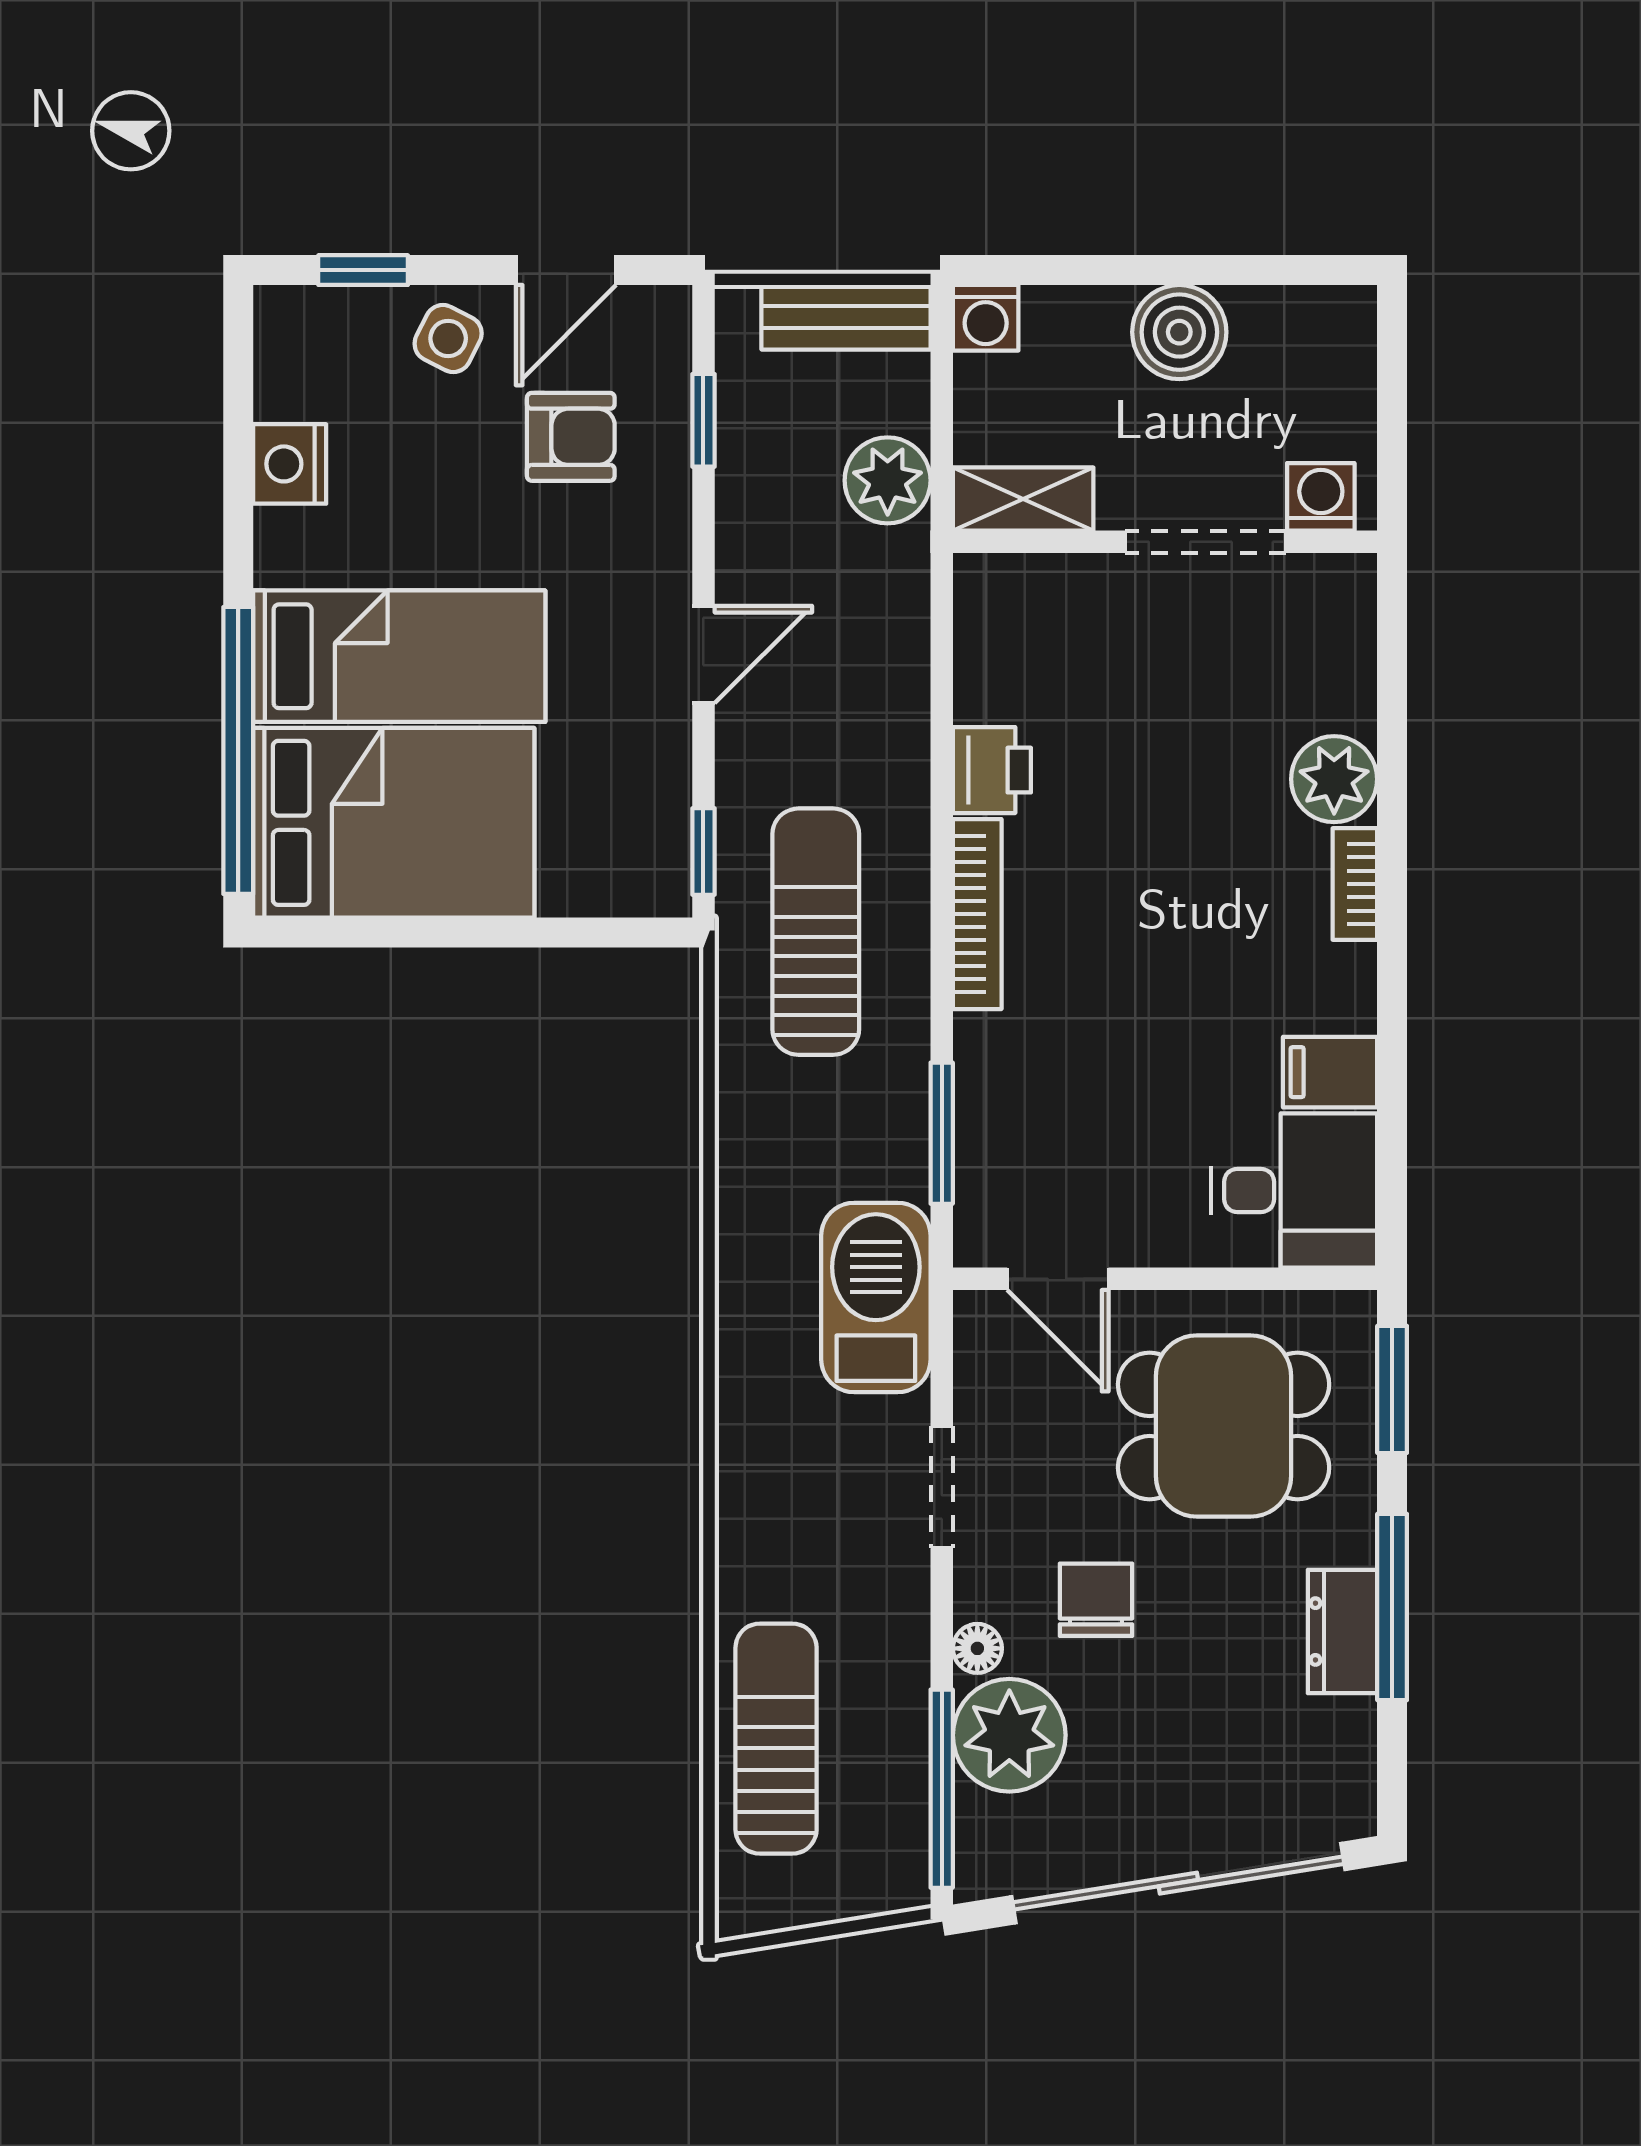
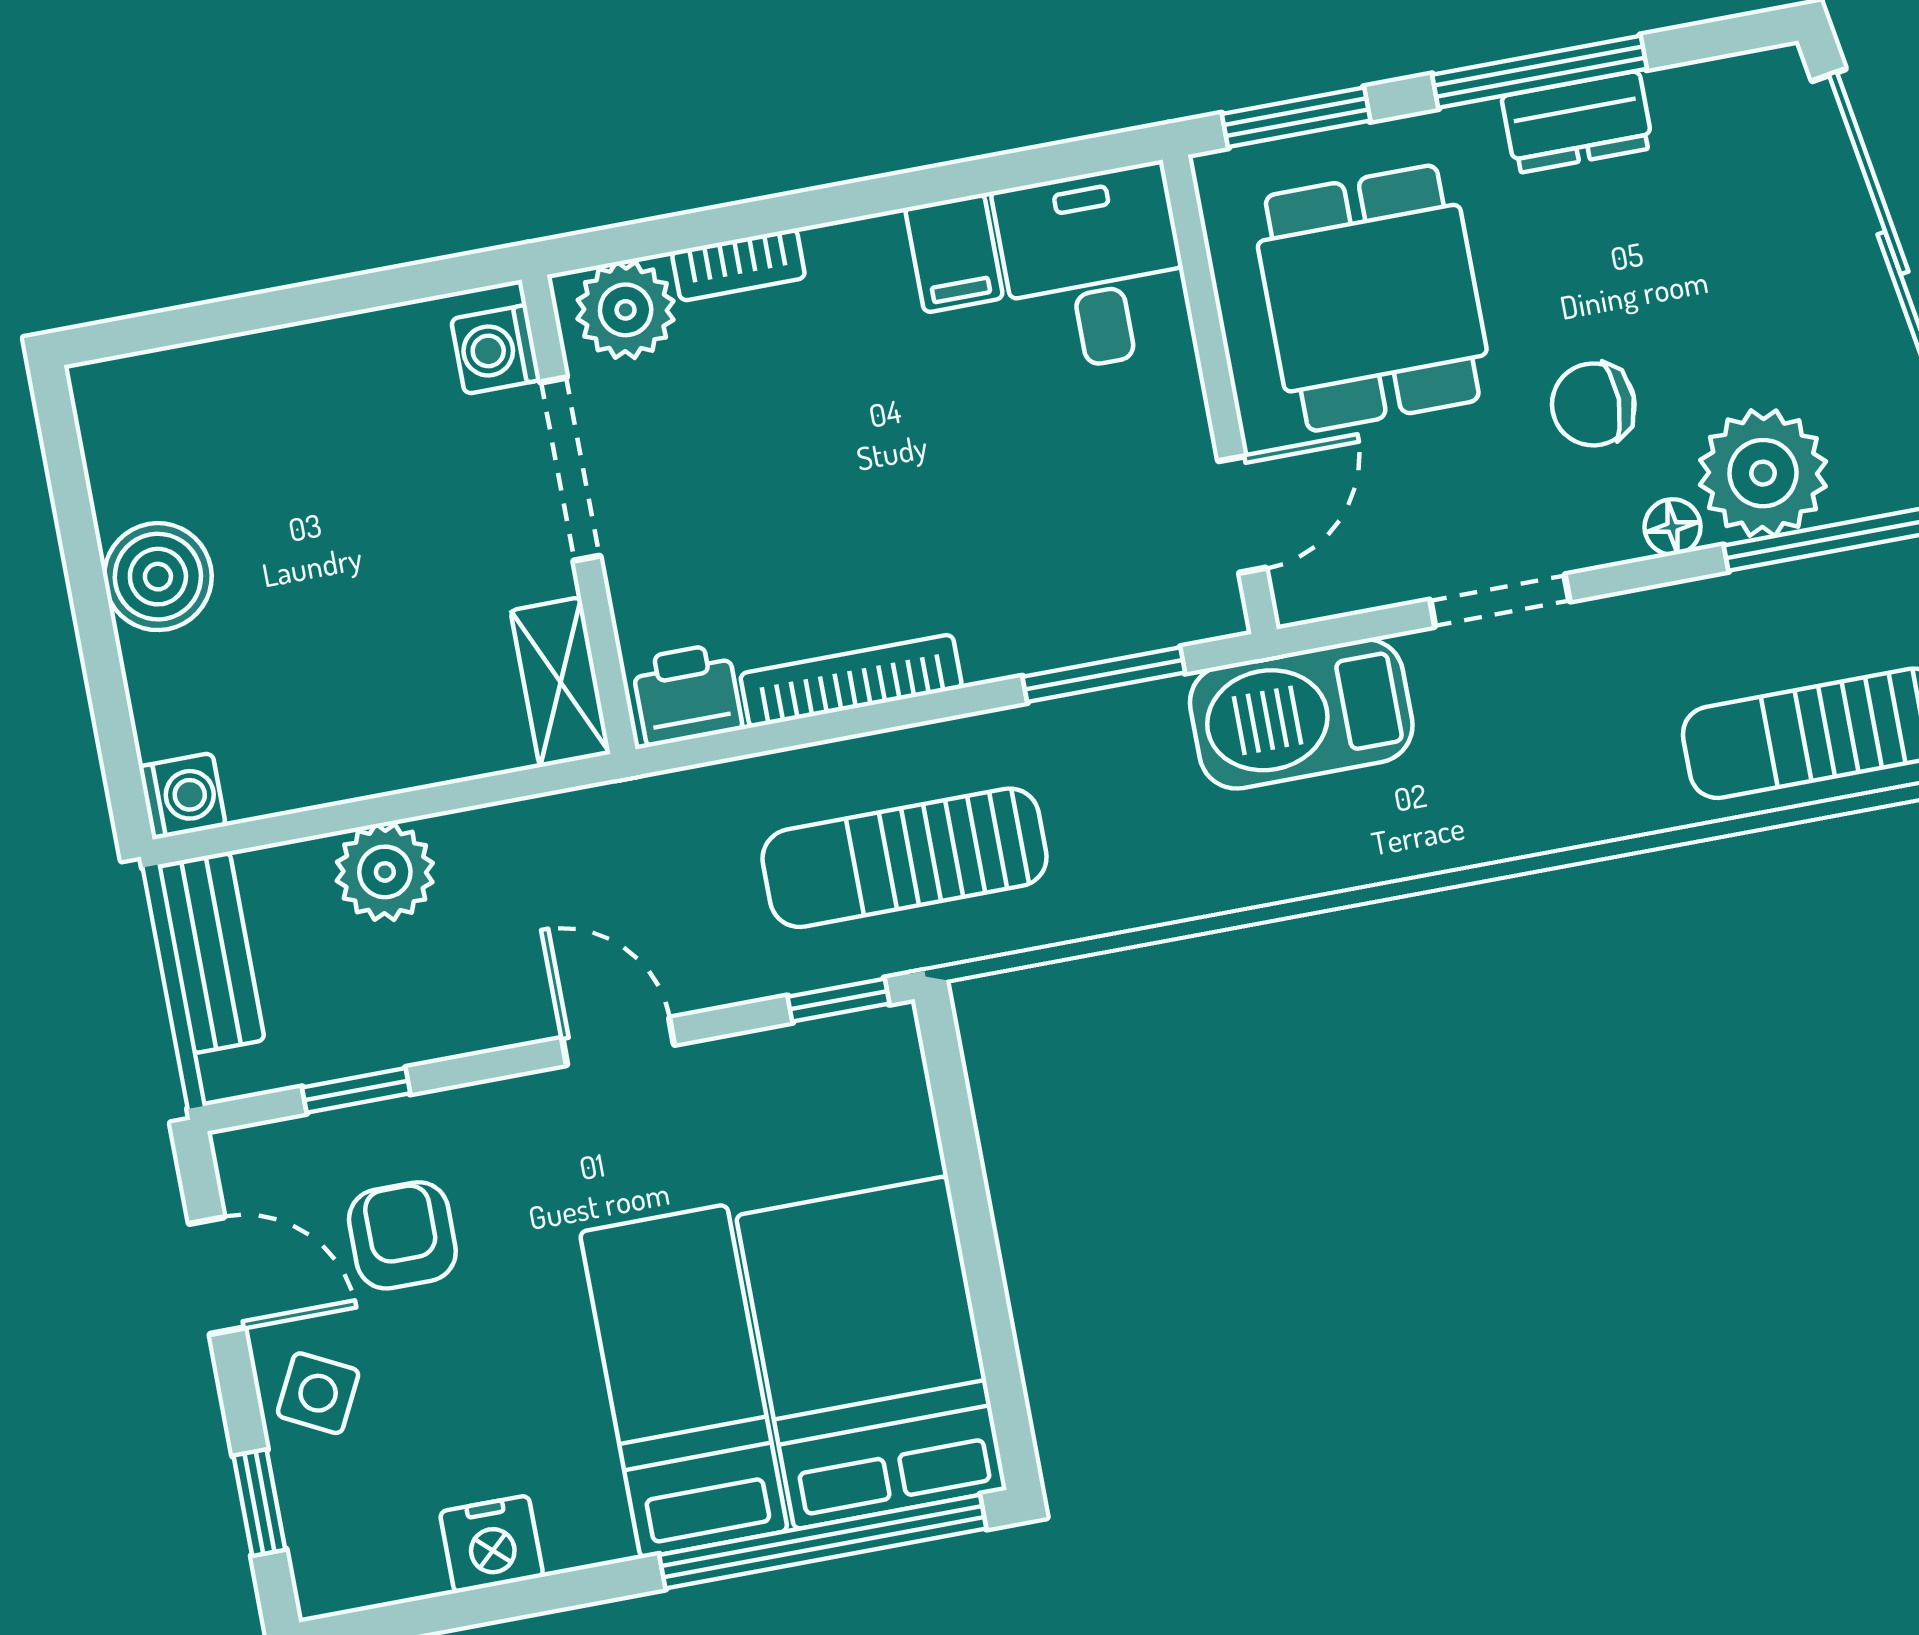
washing machine: (1321, 497) -> (496, 350), moved
shelving: (1023, 499) -> (560, 682), moved
wall: (1165, 542) -> (579, 514), moved
doorway: (1206, 542) -> (570, 469), moved

